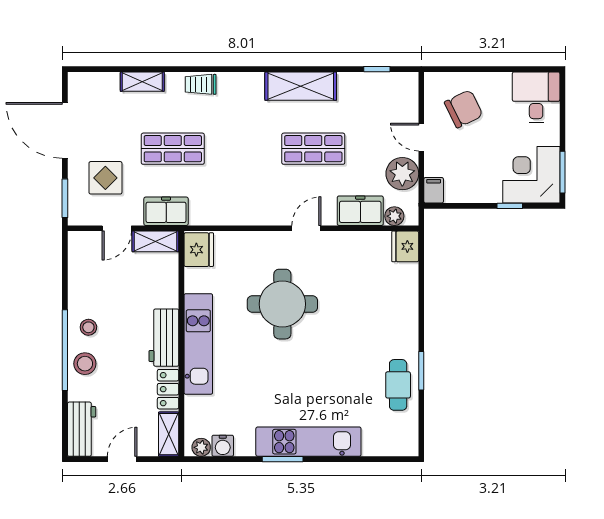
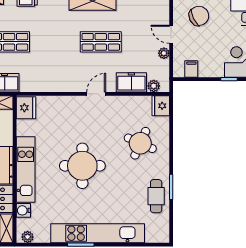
plant: (402, 174) -> (164, 53), width x0.53, depth x0.53
filing cabinet: (434, 190) -> (191, 69), moved
round table: (282, 304) -> (82, 166), moved
round table: (374, 304) -> (140, 143), added
kitchen unit: (308, 442) -> (98, 233), width x1.36
water cooler: (223, 446) -> (23, 210), moved, turned 90

